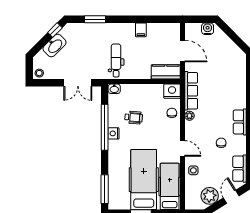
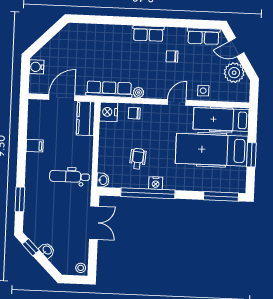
washbasin: (54, 46) -> (47, 250), width x0.52, depth x0.69

